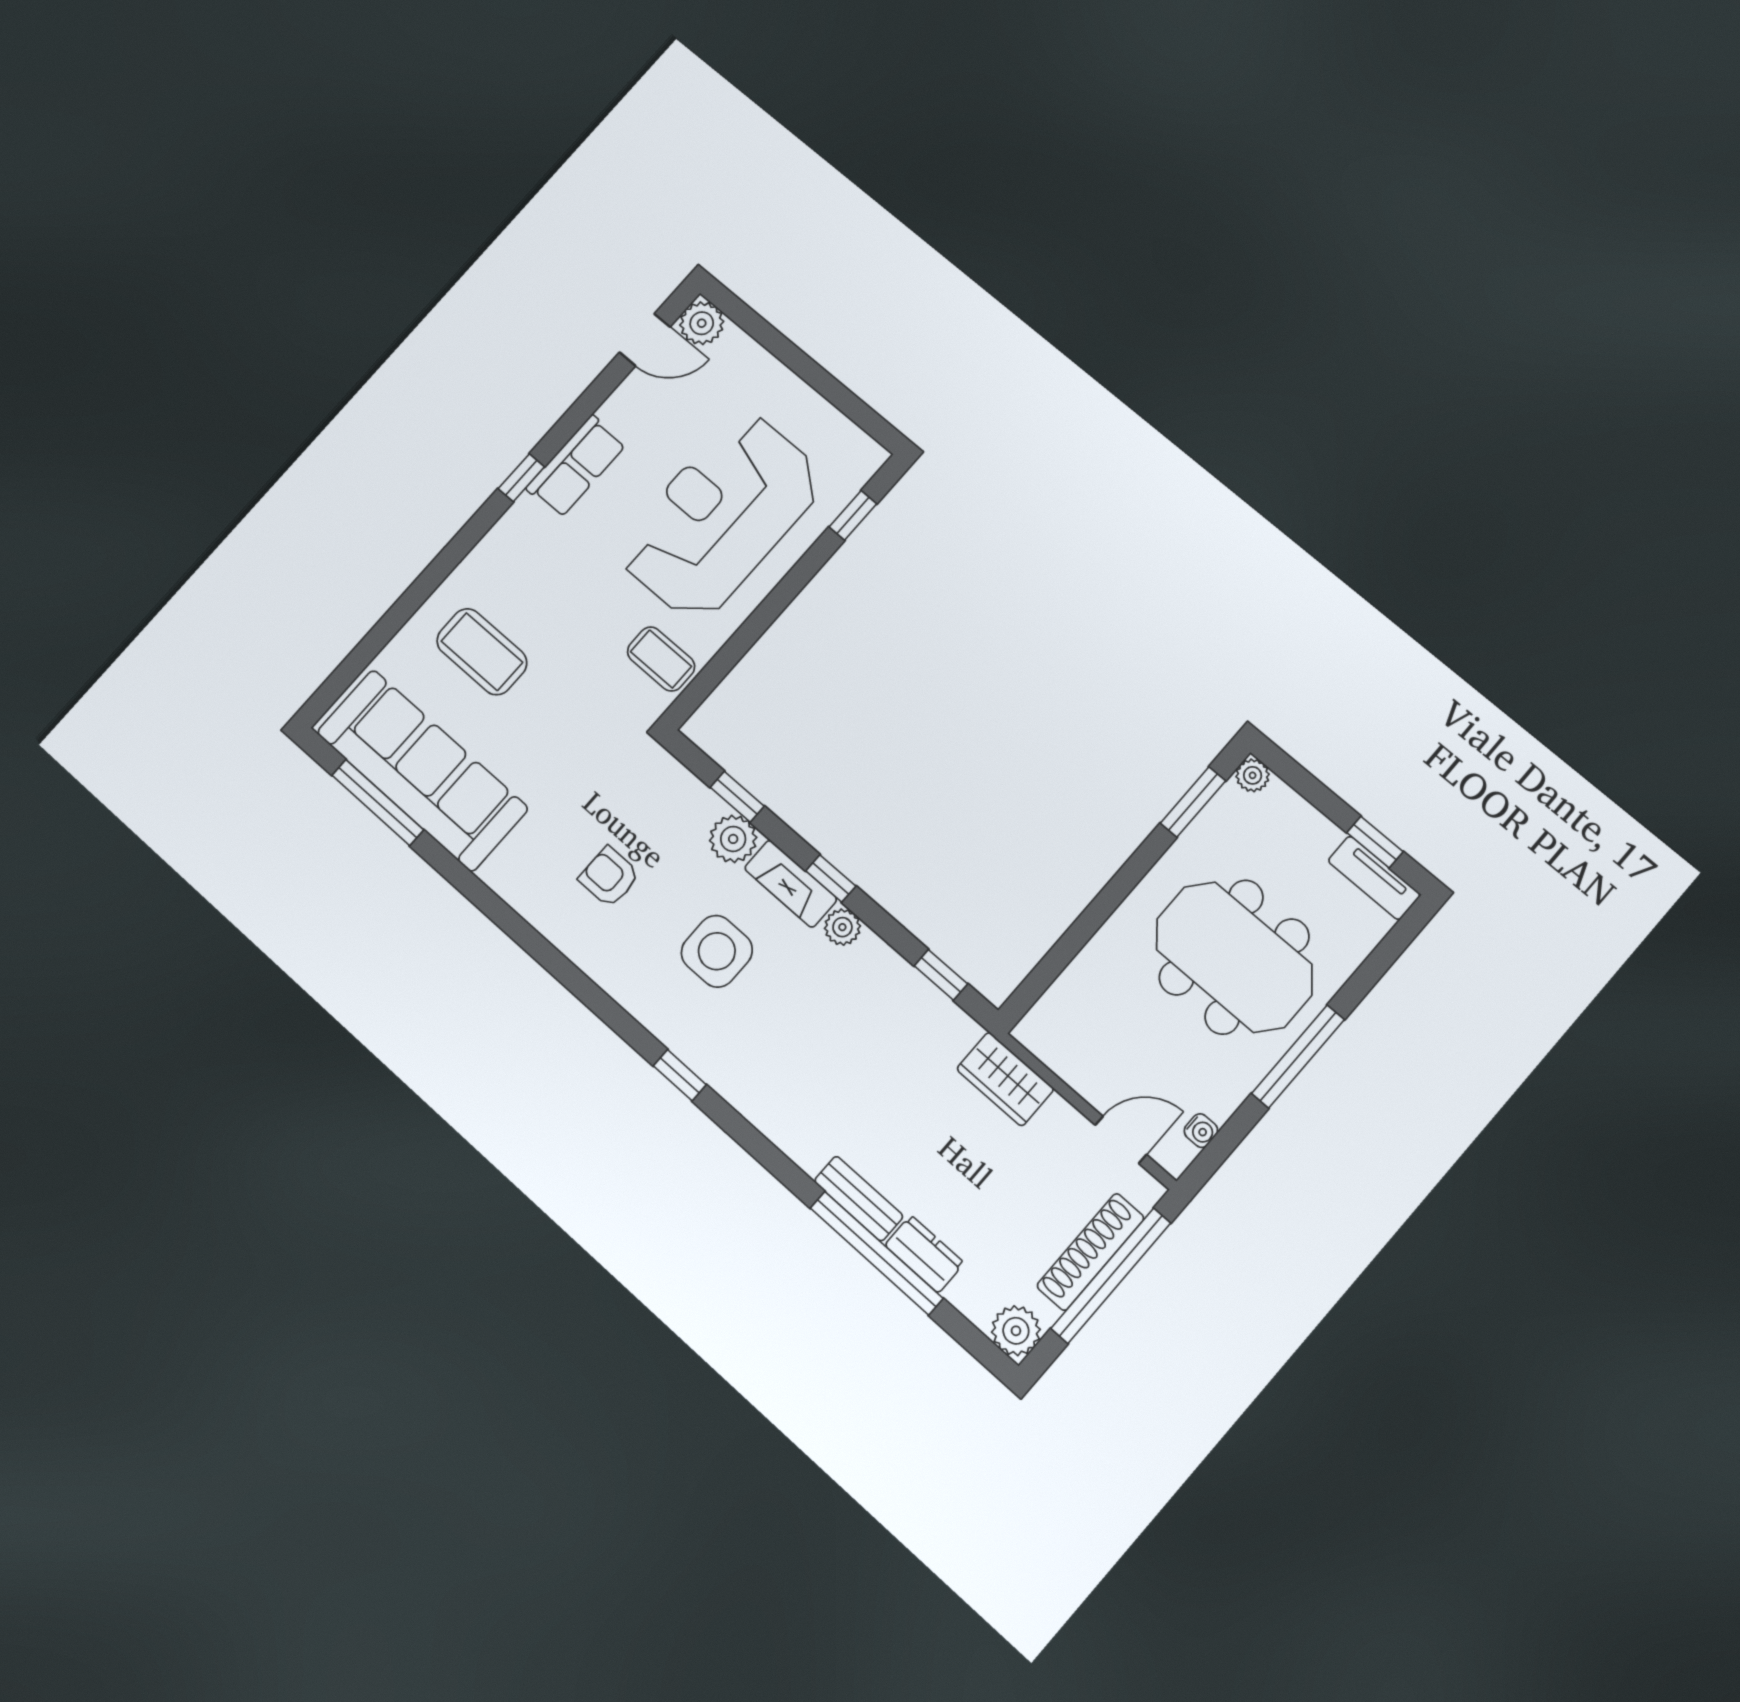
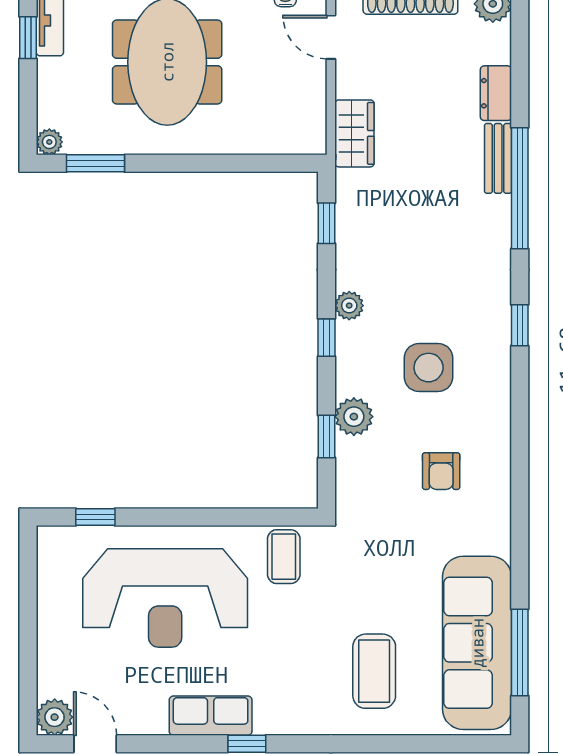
fireplace: (791, 884) -> (350, 359), removed
window: (876, 1253) -> (520, 188), moved

